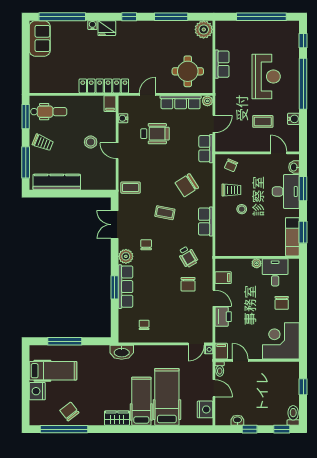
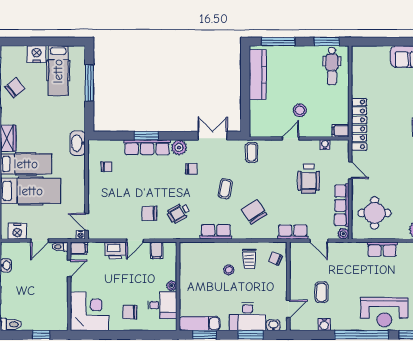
reception desk: (266, 77) -> (384, 312), moved
trolley: (43, 143) -> (299, 60), removed

